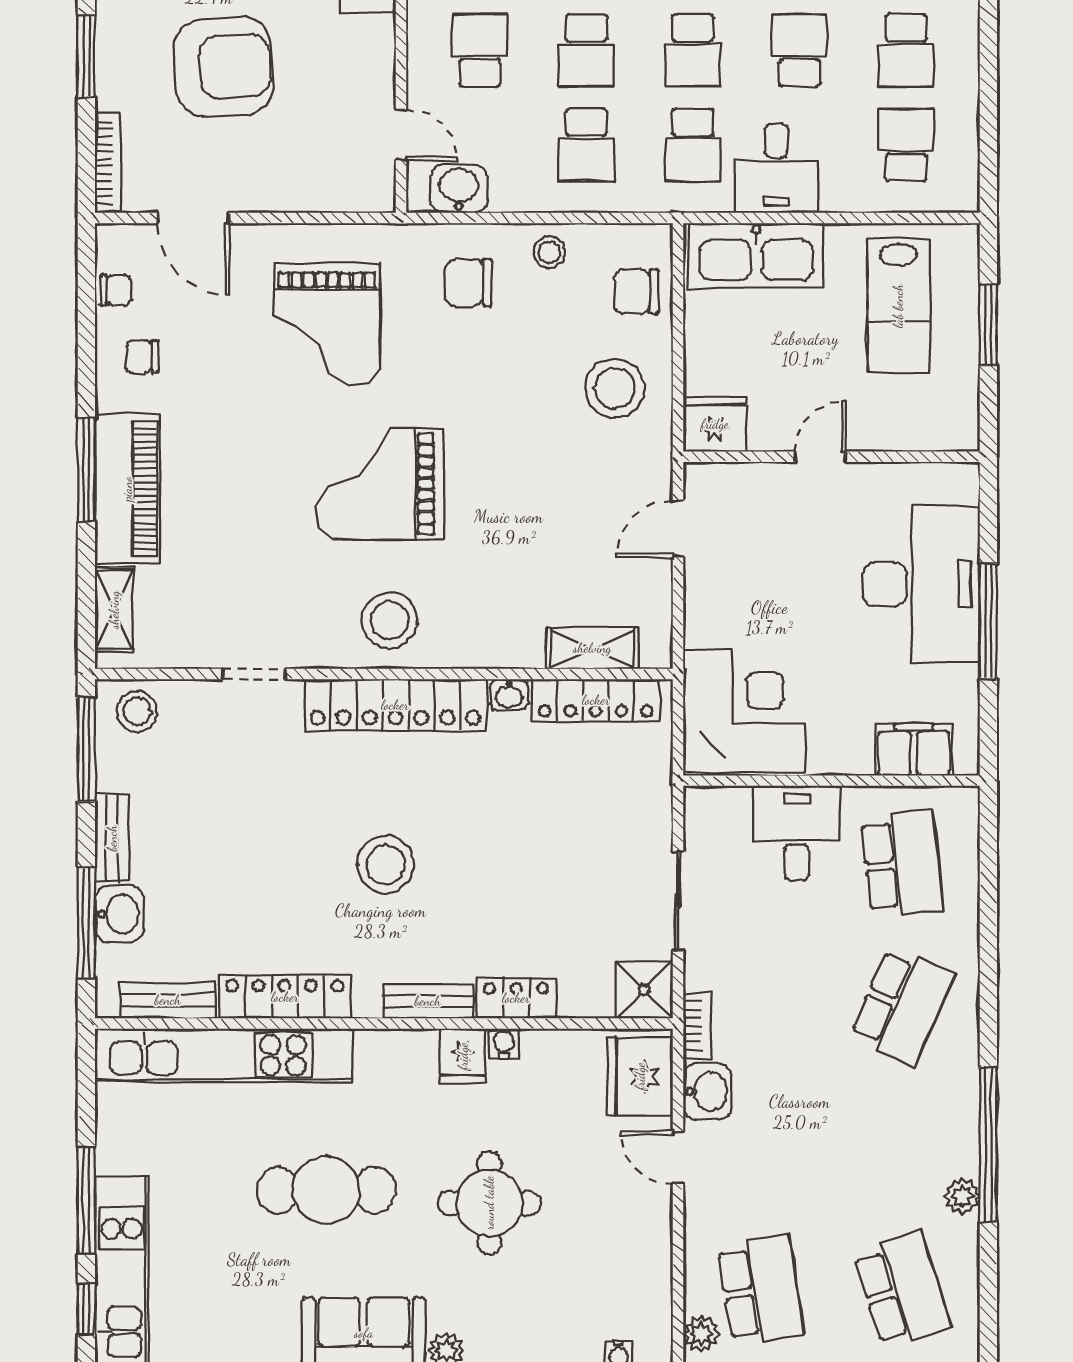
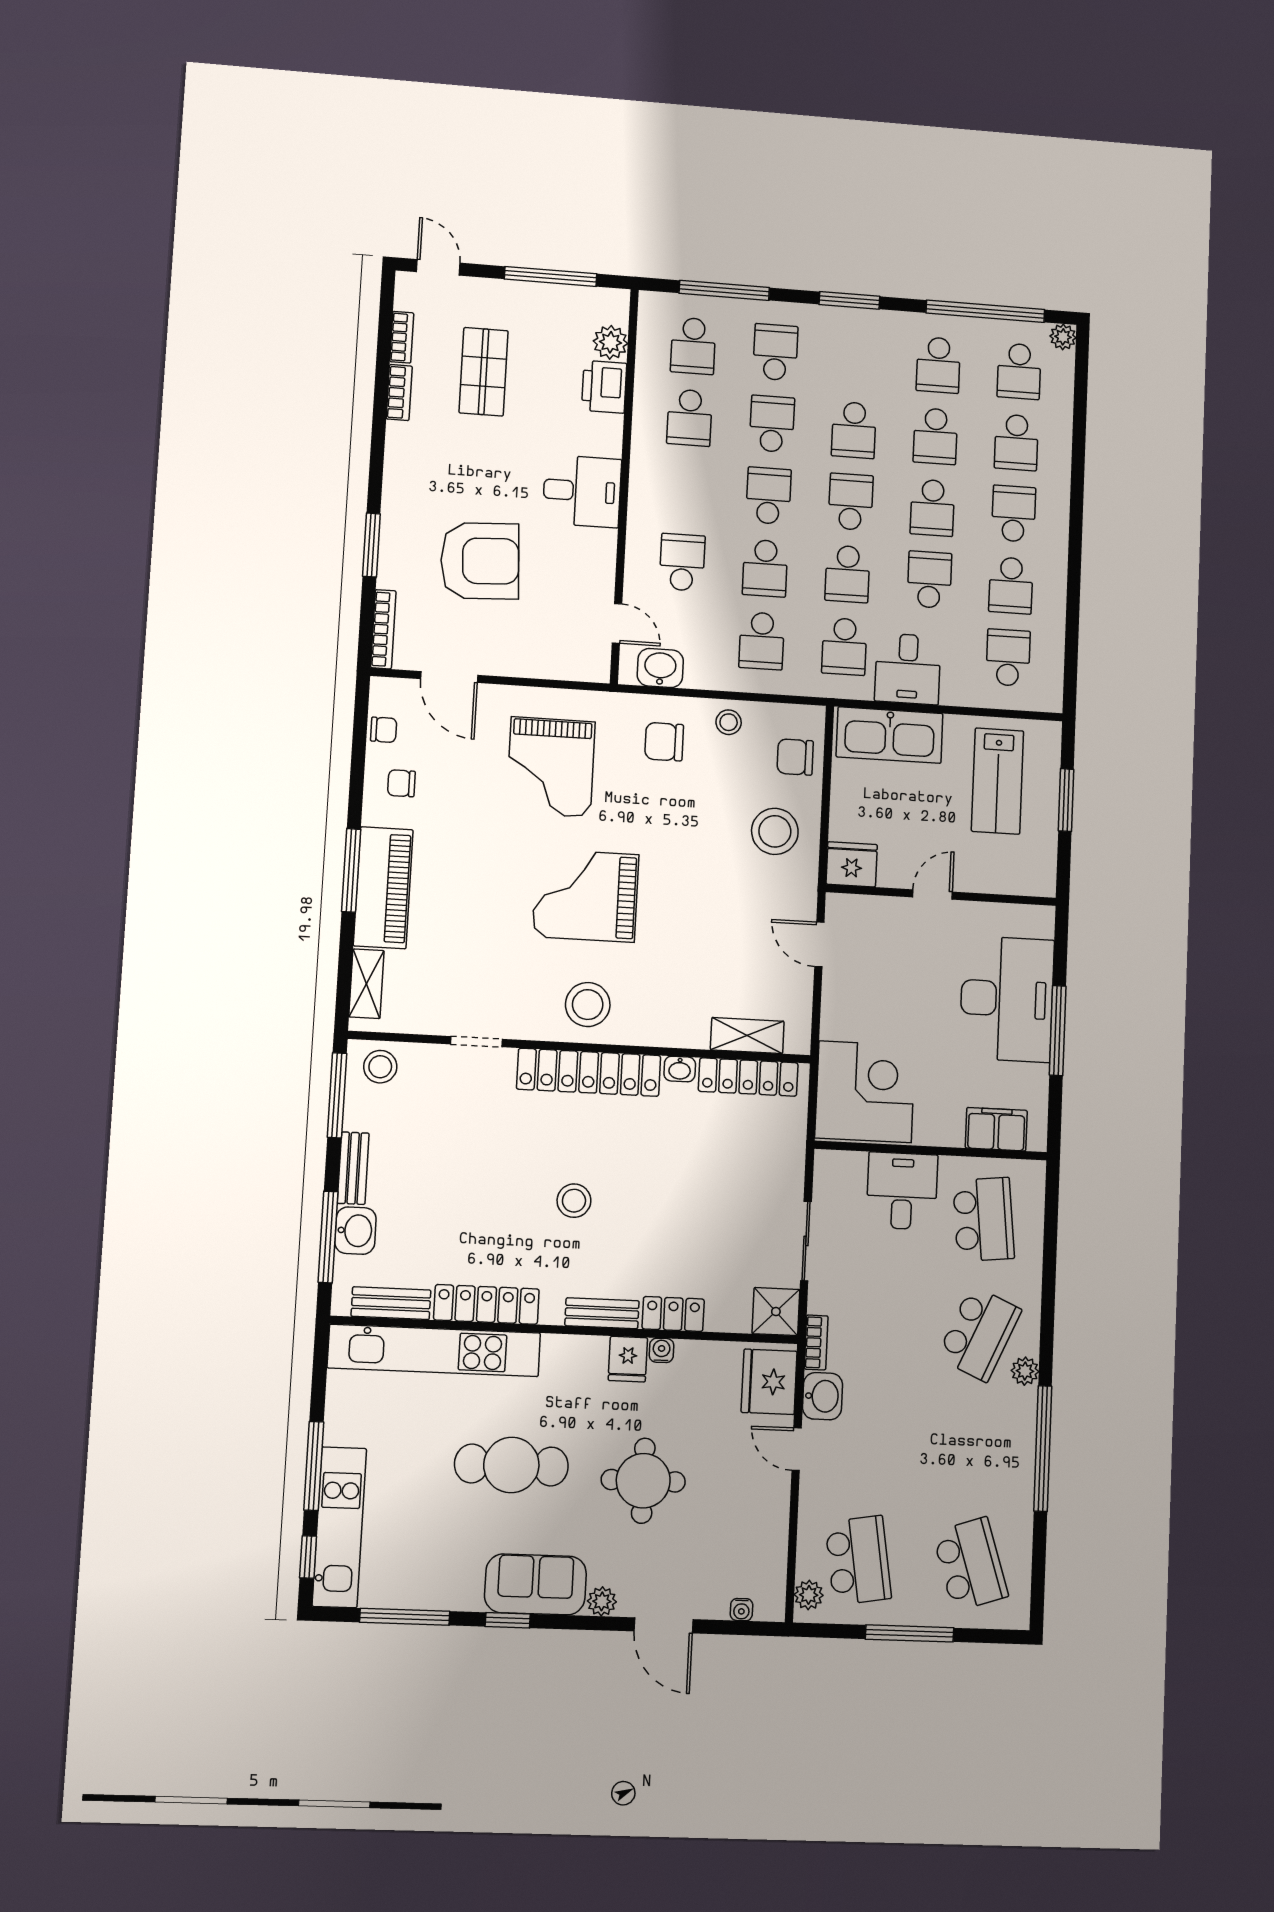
door: (678, 529) -> (819, 944), hinge flipped
stool: (386, 865) -> (574, 1201), width x0.73, depth x0.73
plant: (962, 1196) -> (1025, 1371), moved

